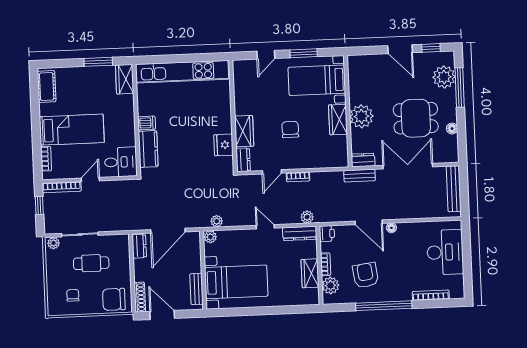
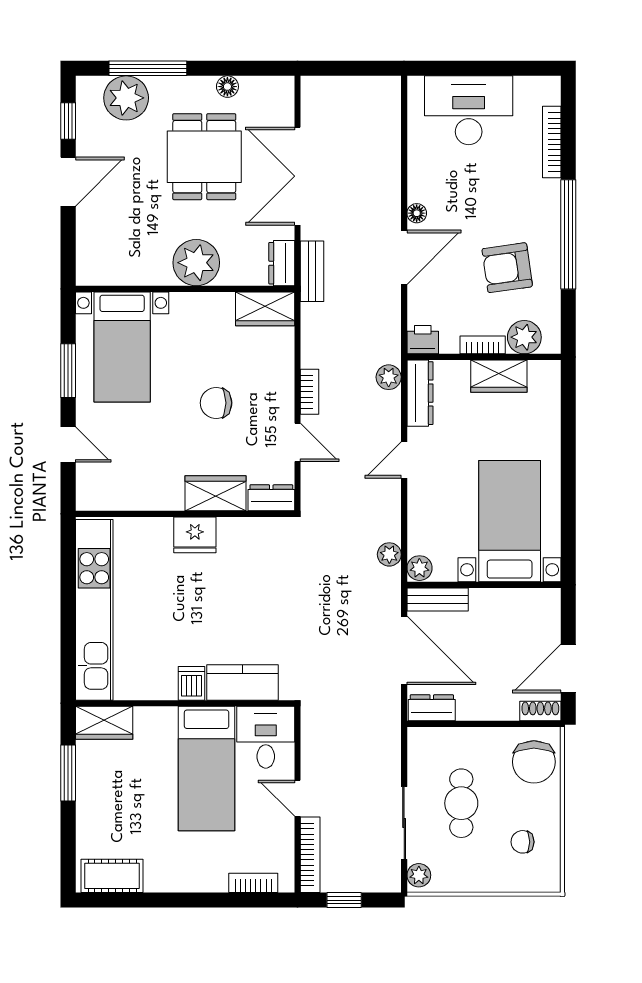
wardrobe: (338, 120) -> (265, 309), moved
bed: (72, 130) -> (207, 769), moved, turned 180
fridge: (223, 145) -> (195, 535), moved
bench: (454, 189) -> (345, 88), removed
bench: (196, 289) -> (438, 599), moved
shoe rack: (140, 297) -> (540, 711), width x0.70

